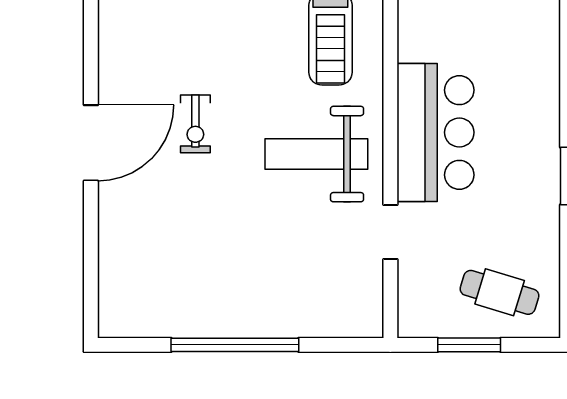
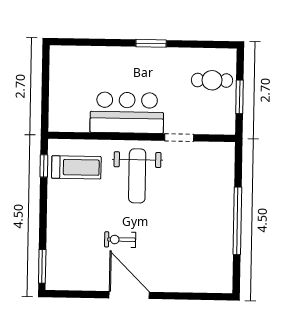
exercise bike: (195, 124) -> (120, 240), turned 180
cafe table: (500, 292) -> (212, 80), turned 73

